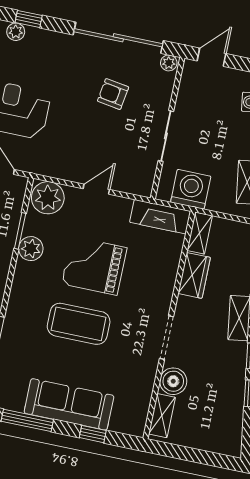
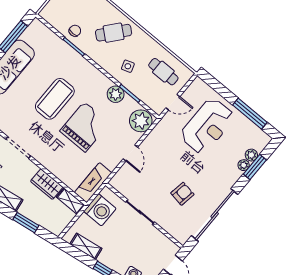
window: (29, 19) -> (255, 167), width x1.50
plant: (169, 63) -> (244, 165), moved

